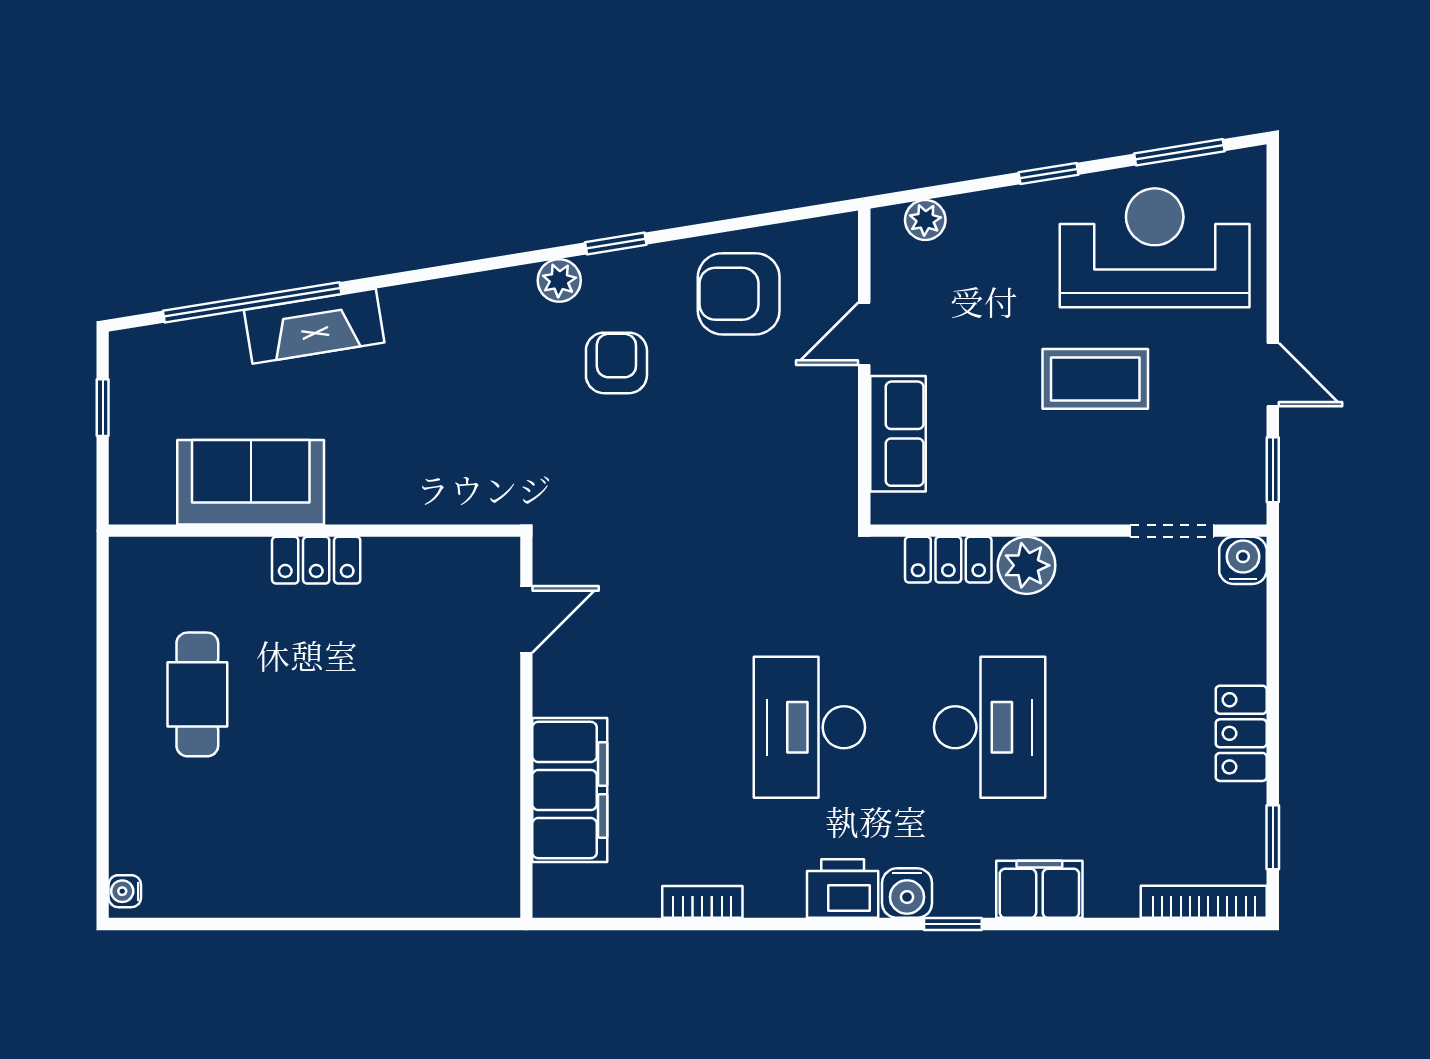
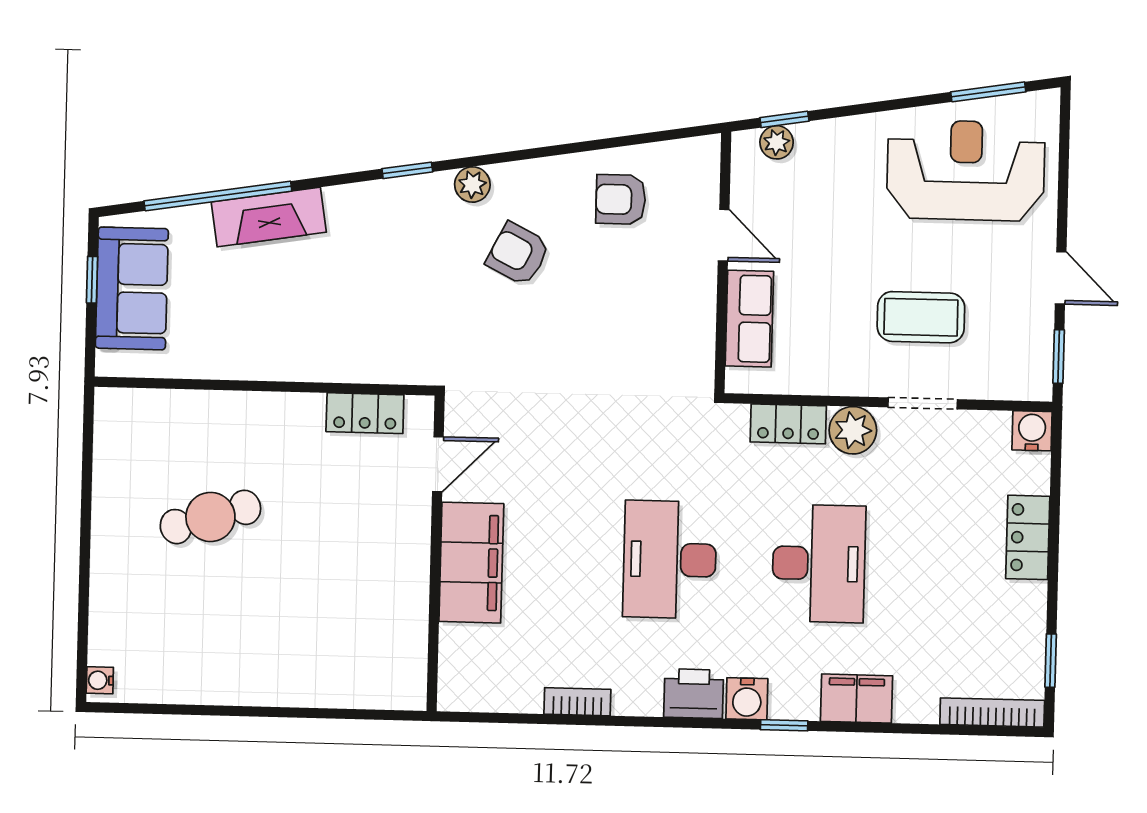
window: (1048, 173) -> (784, 119), moved
window: (616, 244) -> (407, 170), moved
armchair: (739, 294) -> (621, 199), width x0.72, depth x0.72
door: (864, 334) -> (724, 235), swing flipped
armchair: (616, 363) -> (518, 254), turned -63
coffee table: (1095, 379) -> (921, 317), moved
sofa: (251, 482) -> (132, 288), moved, turned 90
doorway: (1172, 531) -> (923, 403), moved
locker: (316, 560) -> (365, 413), moved
cafe table: (197, 694) -> (210, 517), moved, turned 73
locker: (1241, 733) -> (1028, 537), moved
filing cabinet: (570, 790) -> (471, 563), moved

